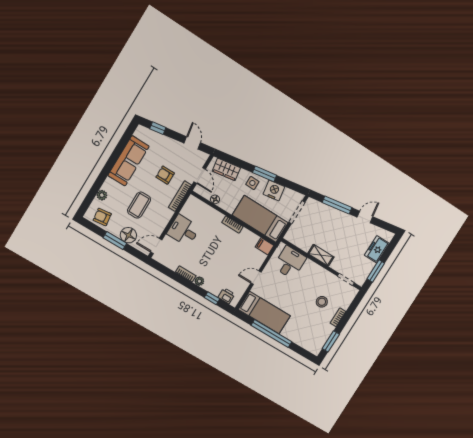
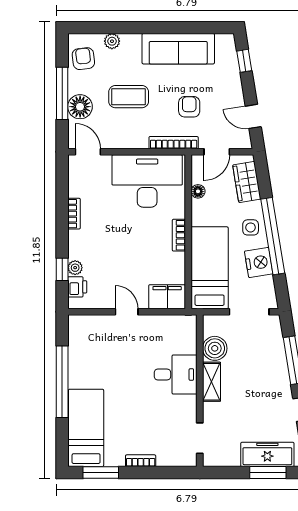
door: (192, 143) -> (253, 116), swing flipped
window: (265, 174) -> (273, 236), width x2.11
desk: (183, 230) -> (147, 181), width x1.87, depth x1.30
window: (115, 241) -> (62, 93), width x1.44
boiler: (305, 243) -> (215, 348), added
filing cabinet: (265, 246) -> (167, 297), width x2.00
freezer: (377, 249) -> (267, 454), width x1.40
desk: (290, 262) -> (176, 374), moved
window: (376, 271) -> (268, 473), moved
plant: (199, 281) -> (75, 268), moved
stool: (322, 302) -> (148, 424), removed
bed: (264, 313) -> (86, 428), moved, turned 180

